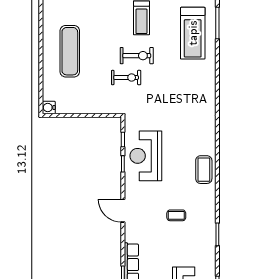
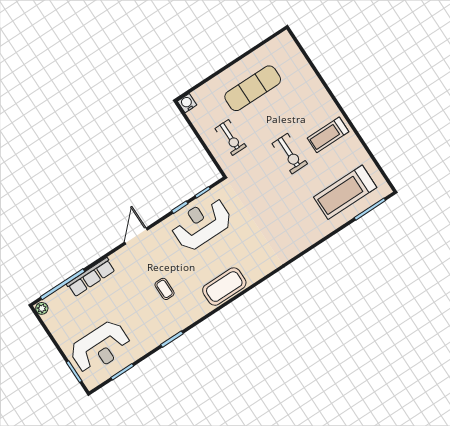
exercise bike: (126, 78) -> (231, 137), moved
coffee table: (204, 170) -> (224, 287), width x1.36, depth x1.32

